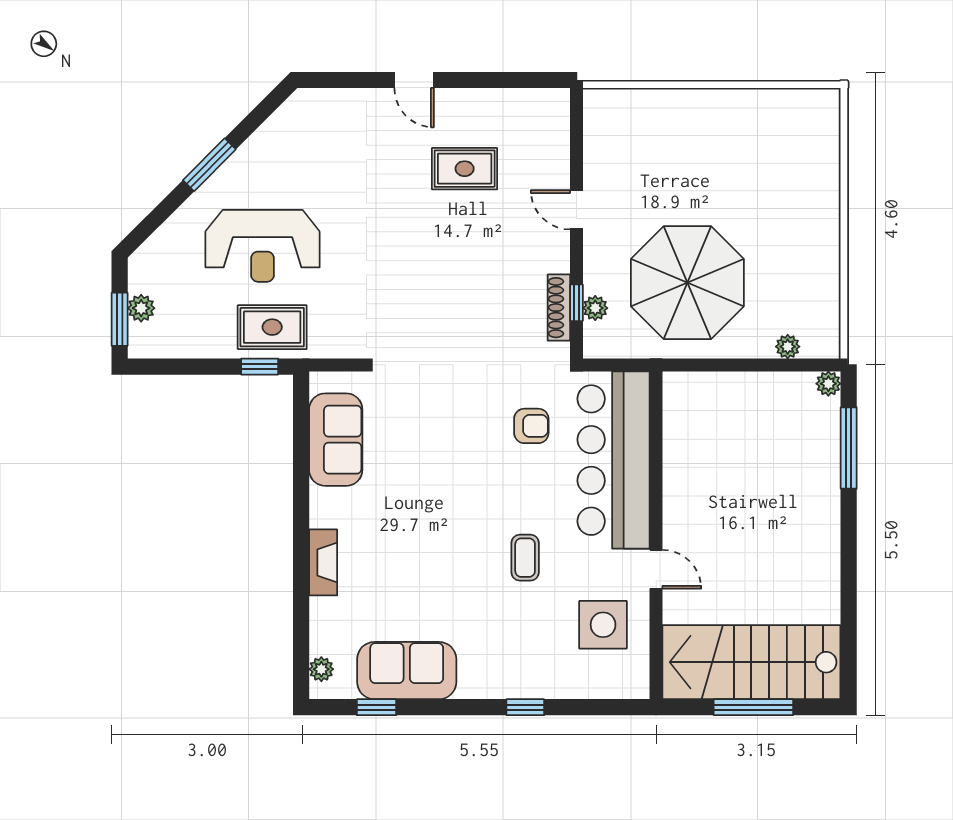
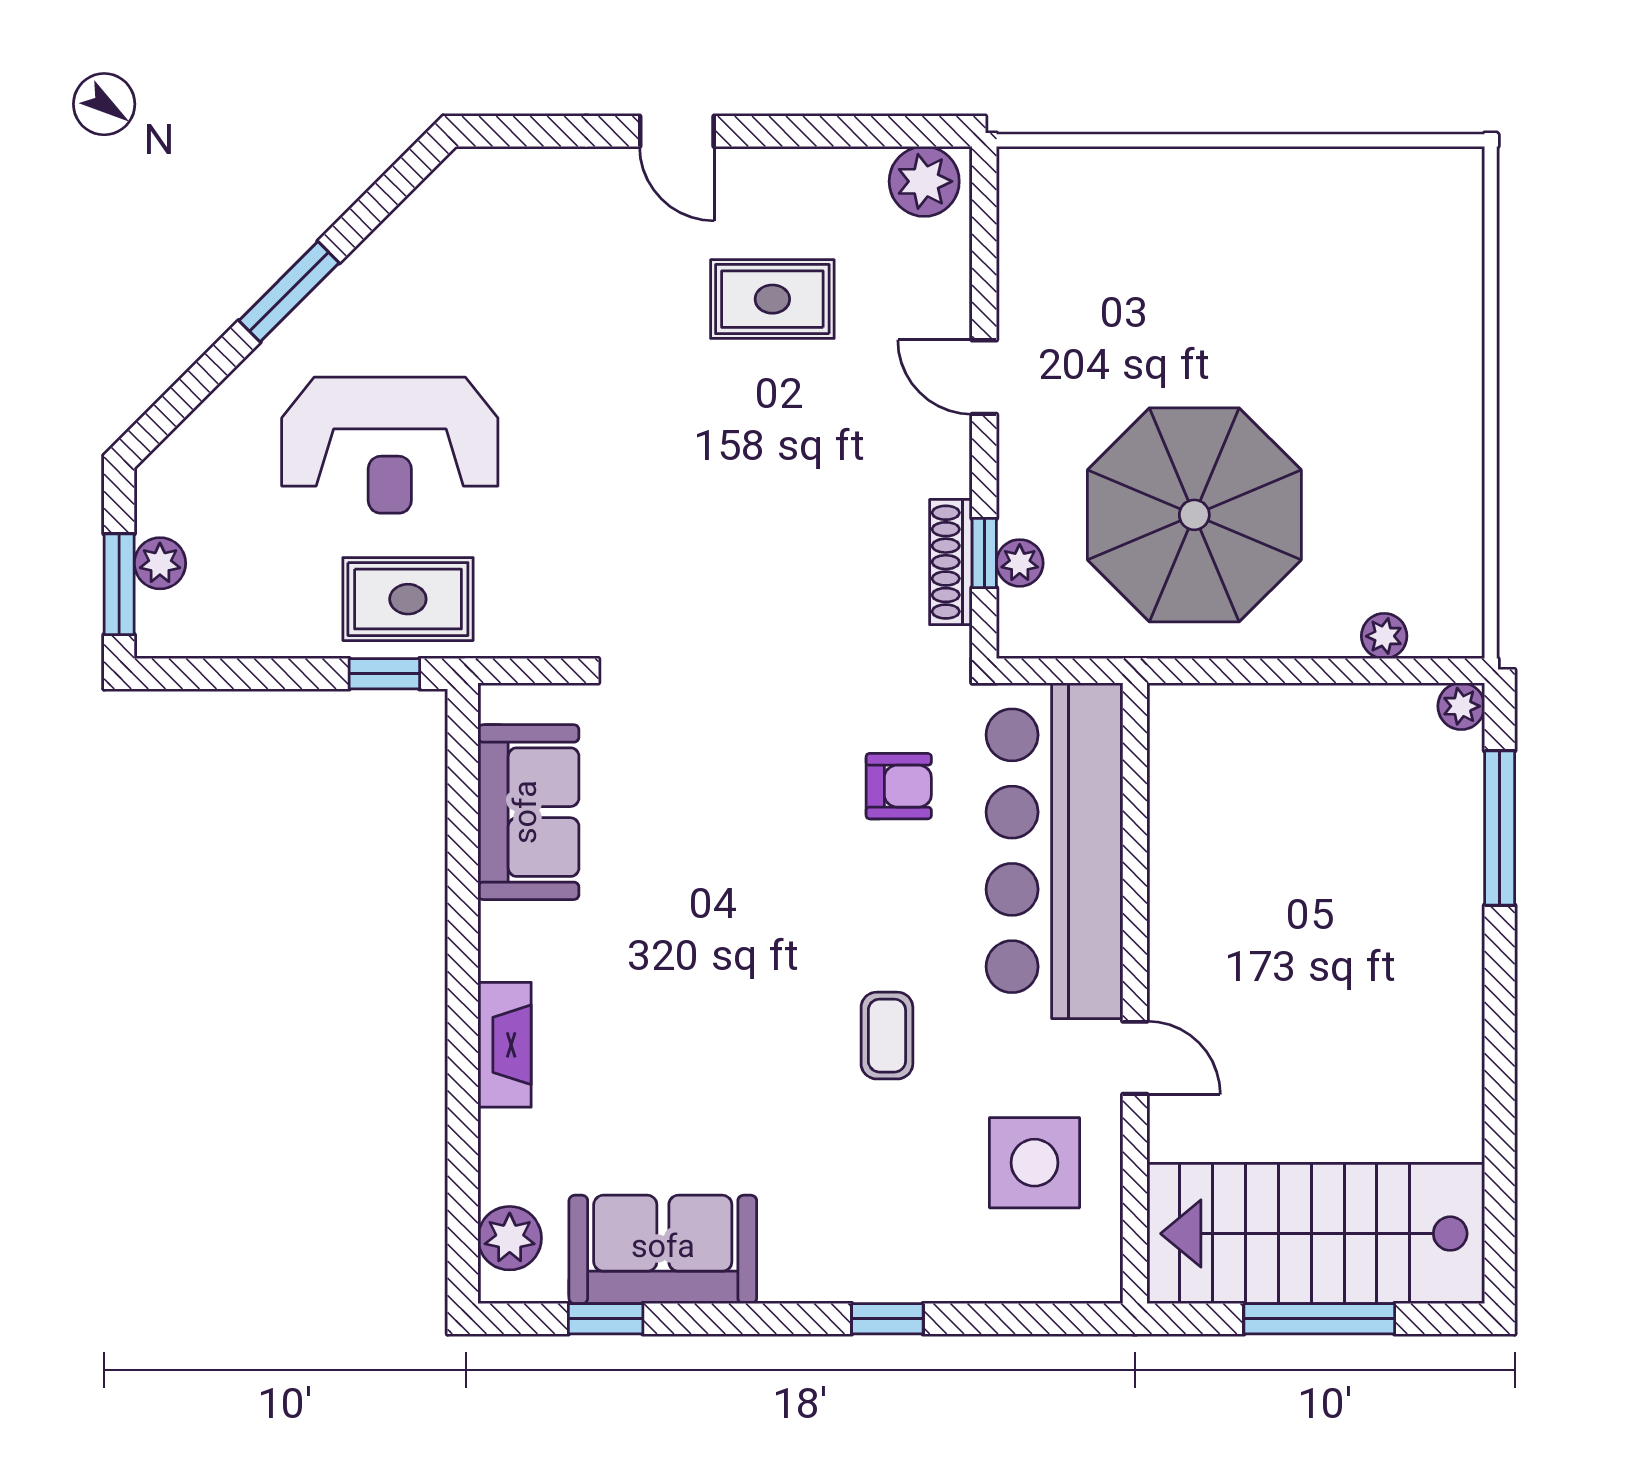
plant: (545, 106) -> (924, 181), added
plant: (321, 669) -> (510, 1238), width x1.38, depth x1.38

